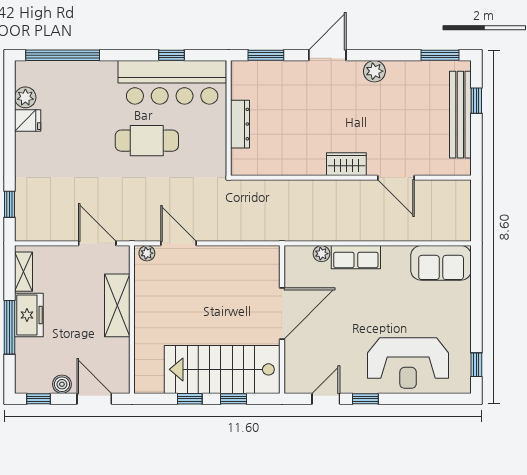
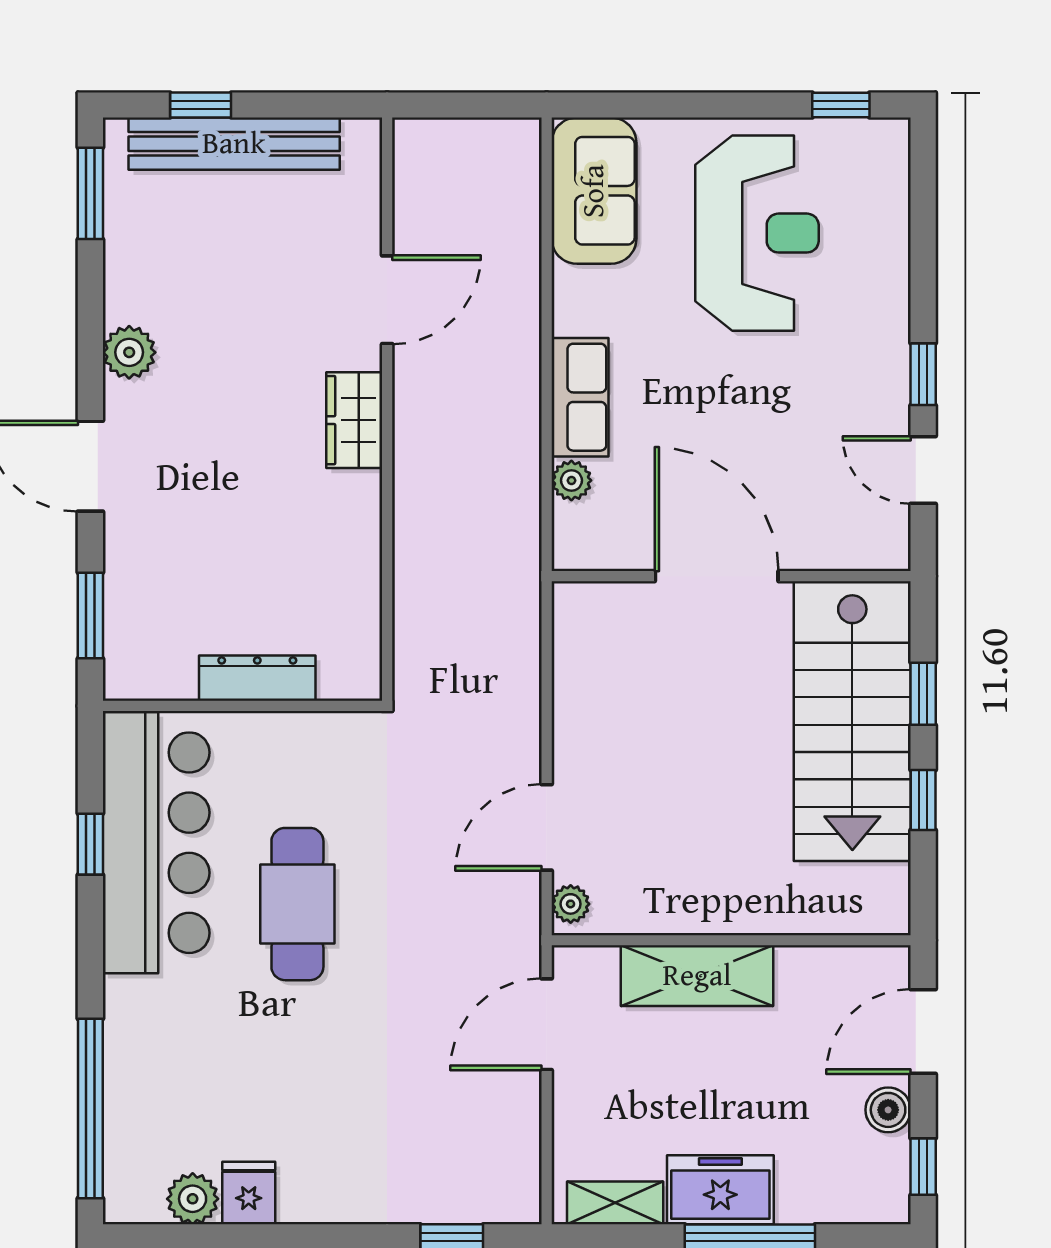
reception desk: (408, 363) -> (757, 233), moved

